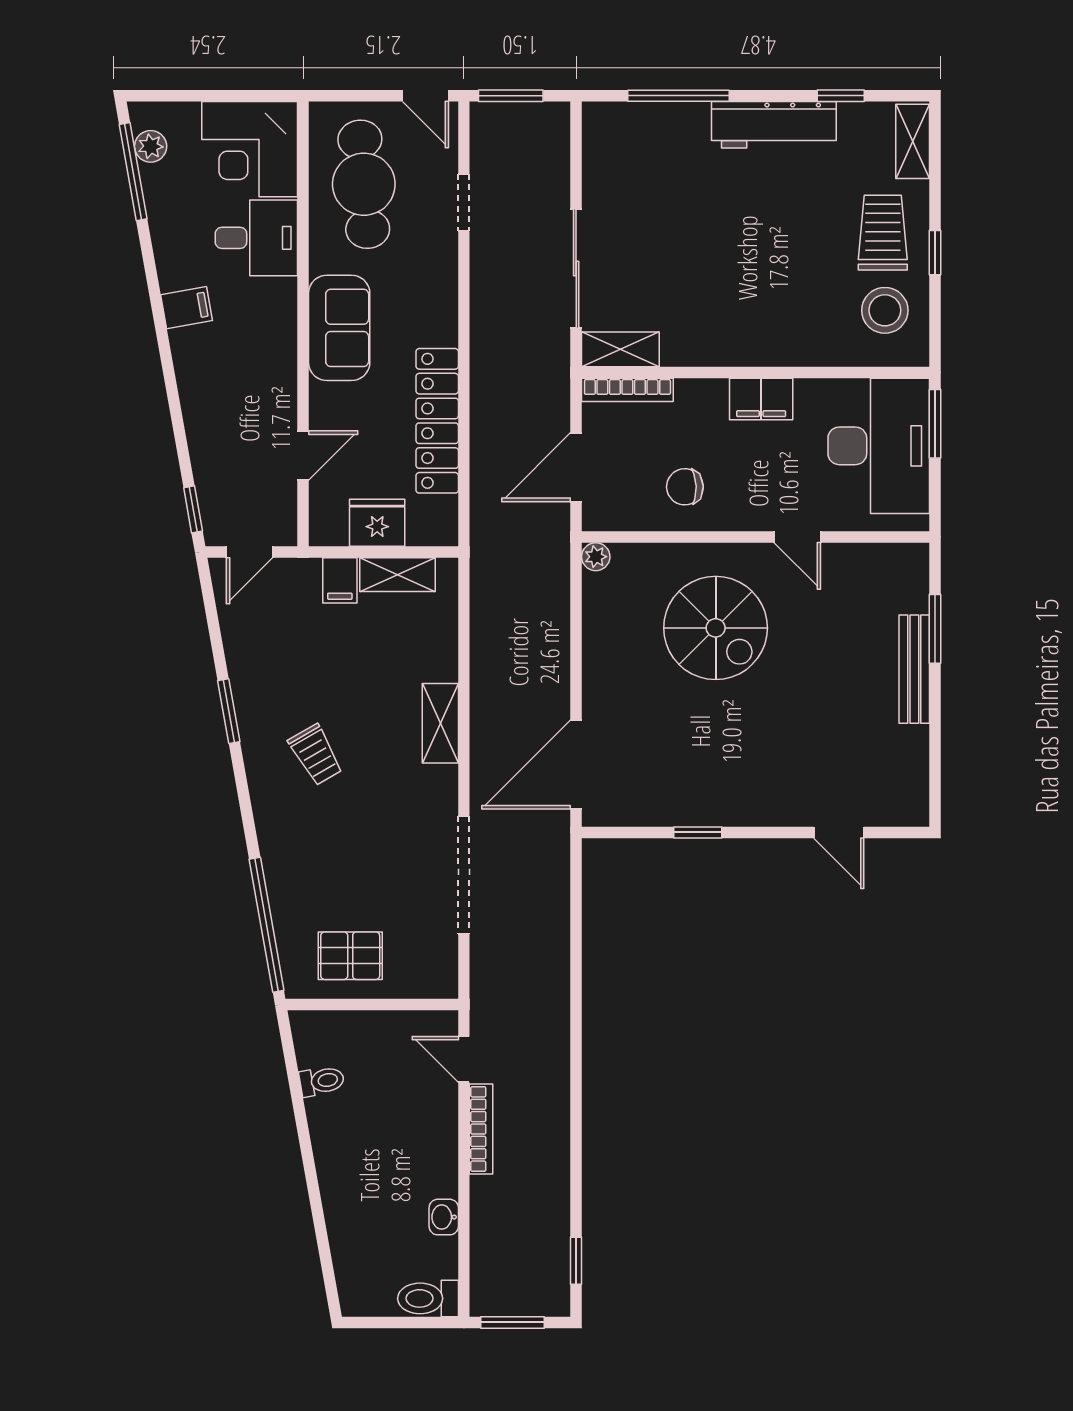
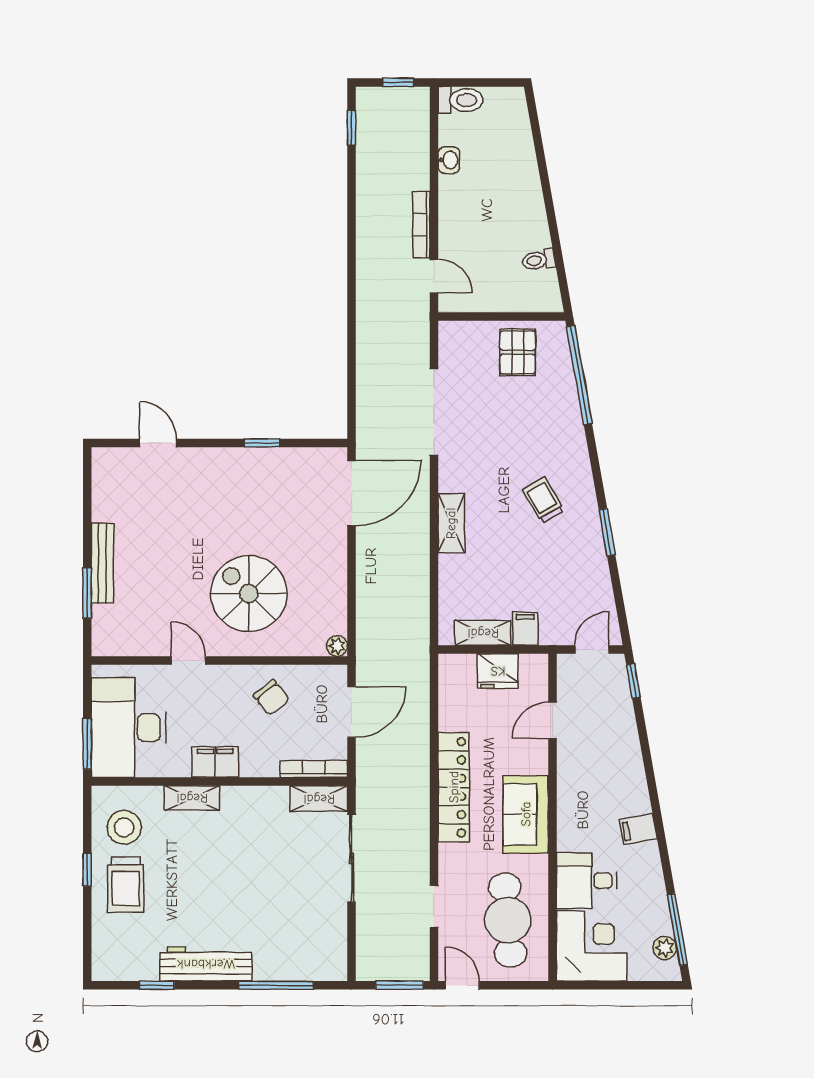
shelving: (913, 141) -> (192, 798), moved, turned 90
locker: (437, 421) -> (454, 787), moved
chair: (685, 487) -> (271, 697), turned 53
pallet: (350, 956) -> (518, 352), turned 90
window: (513, 1322) -> (398, 82), width x0.67

